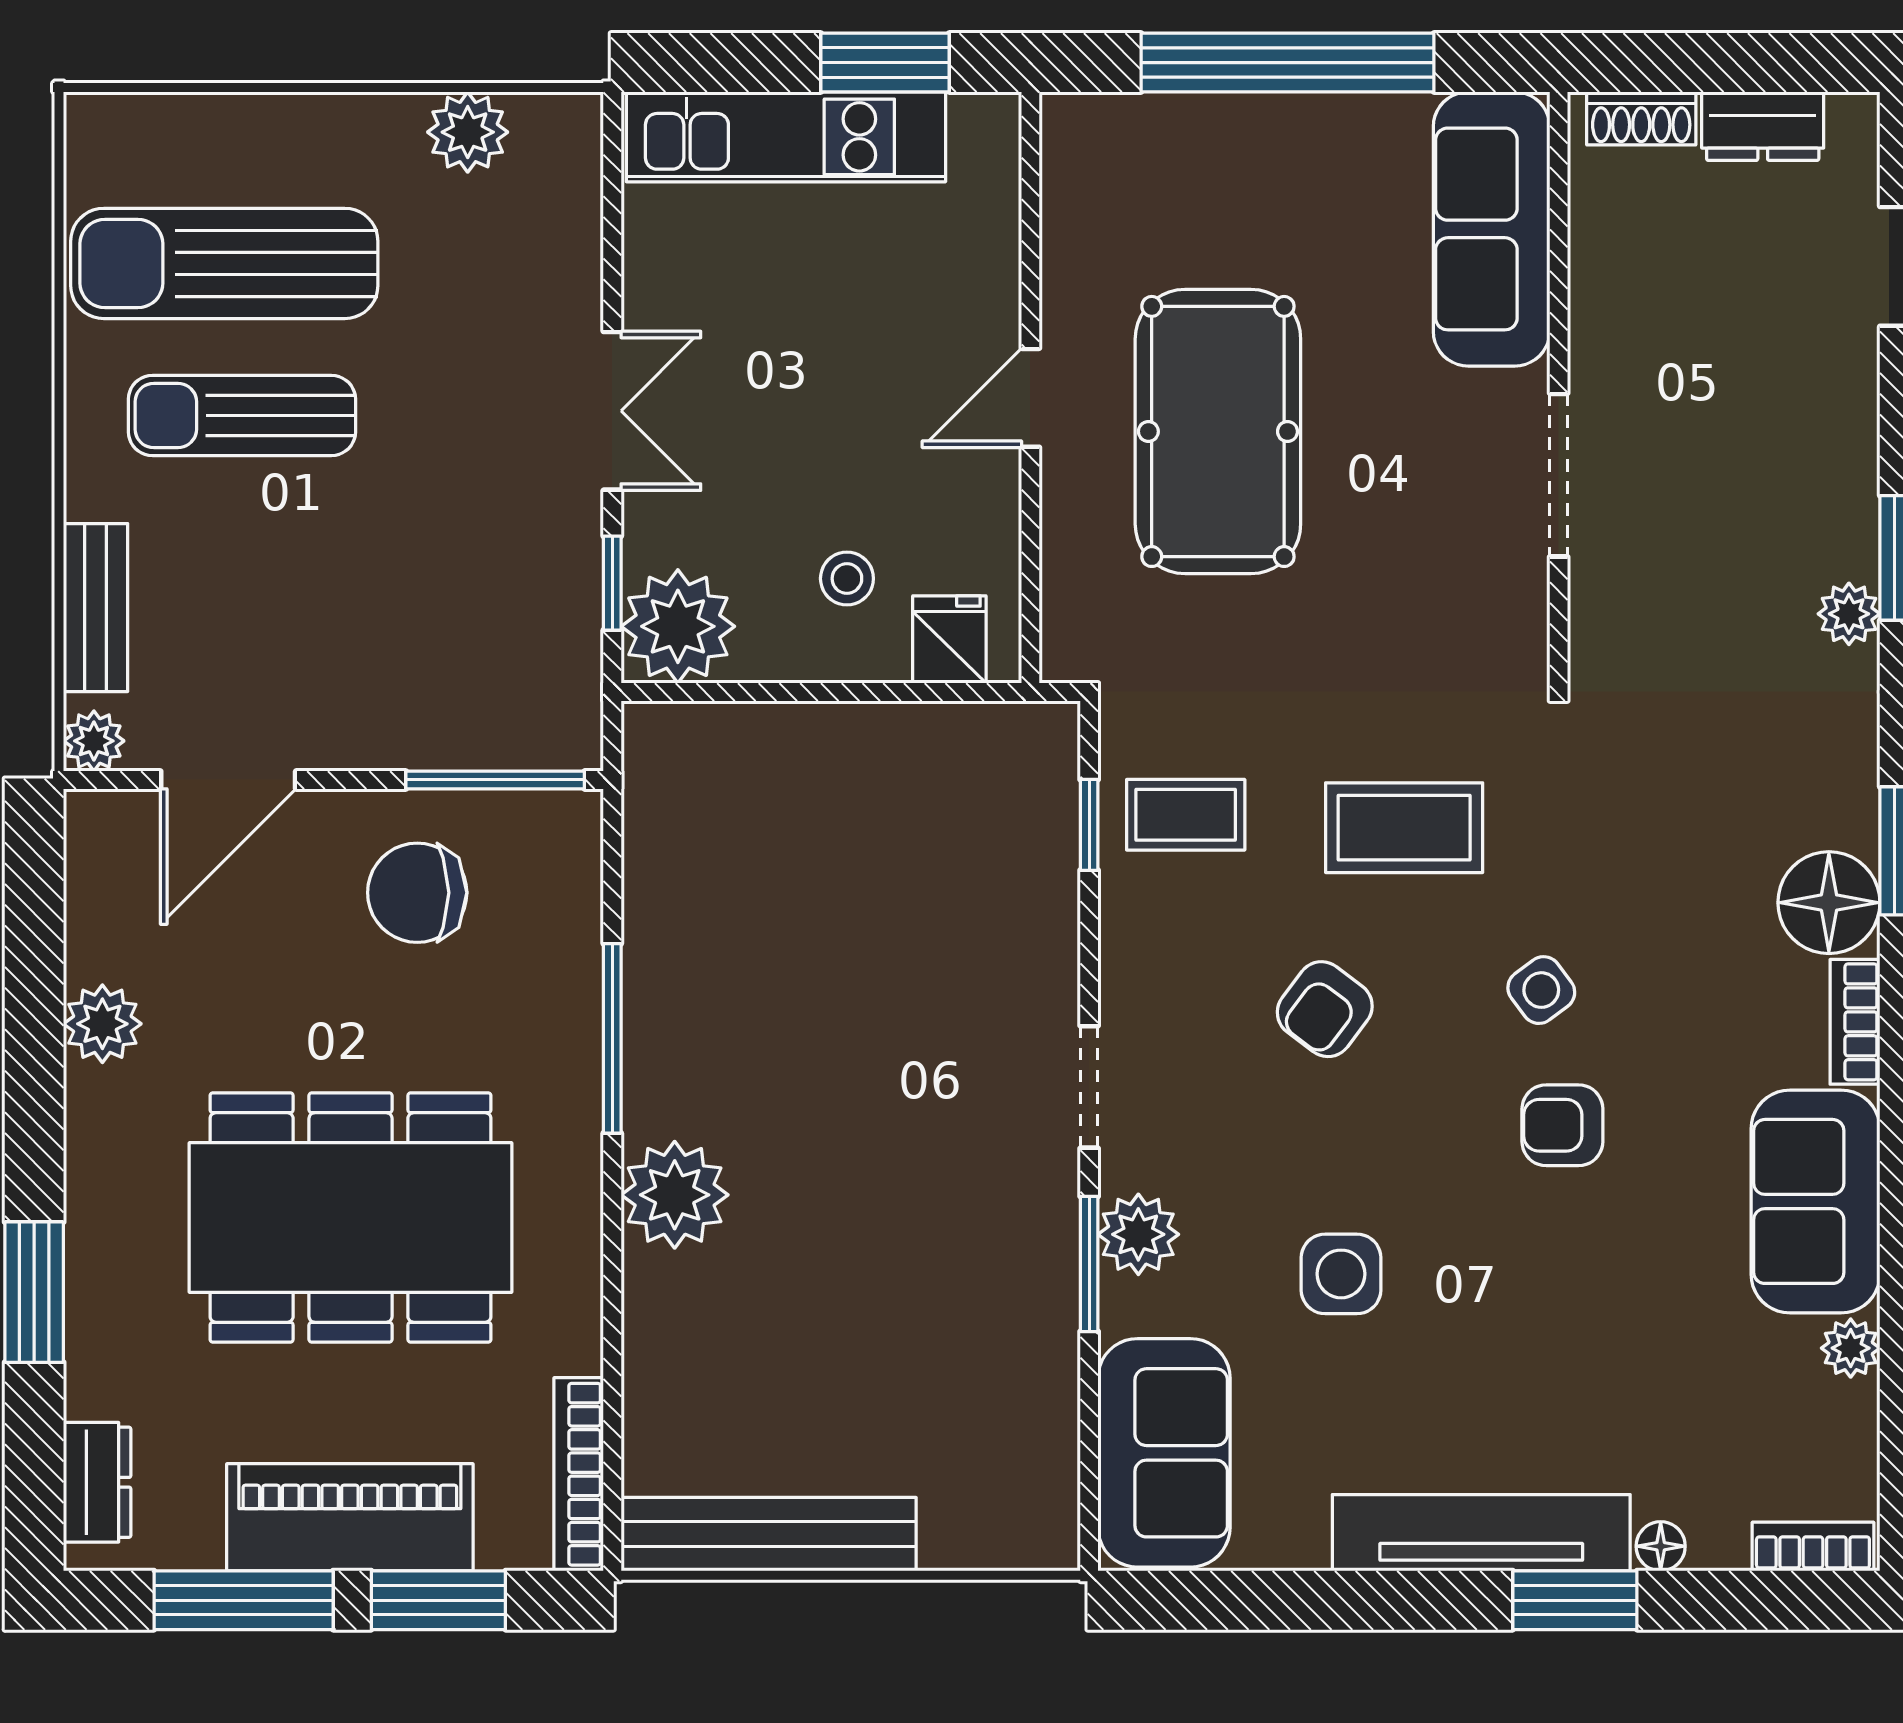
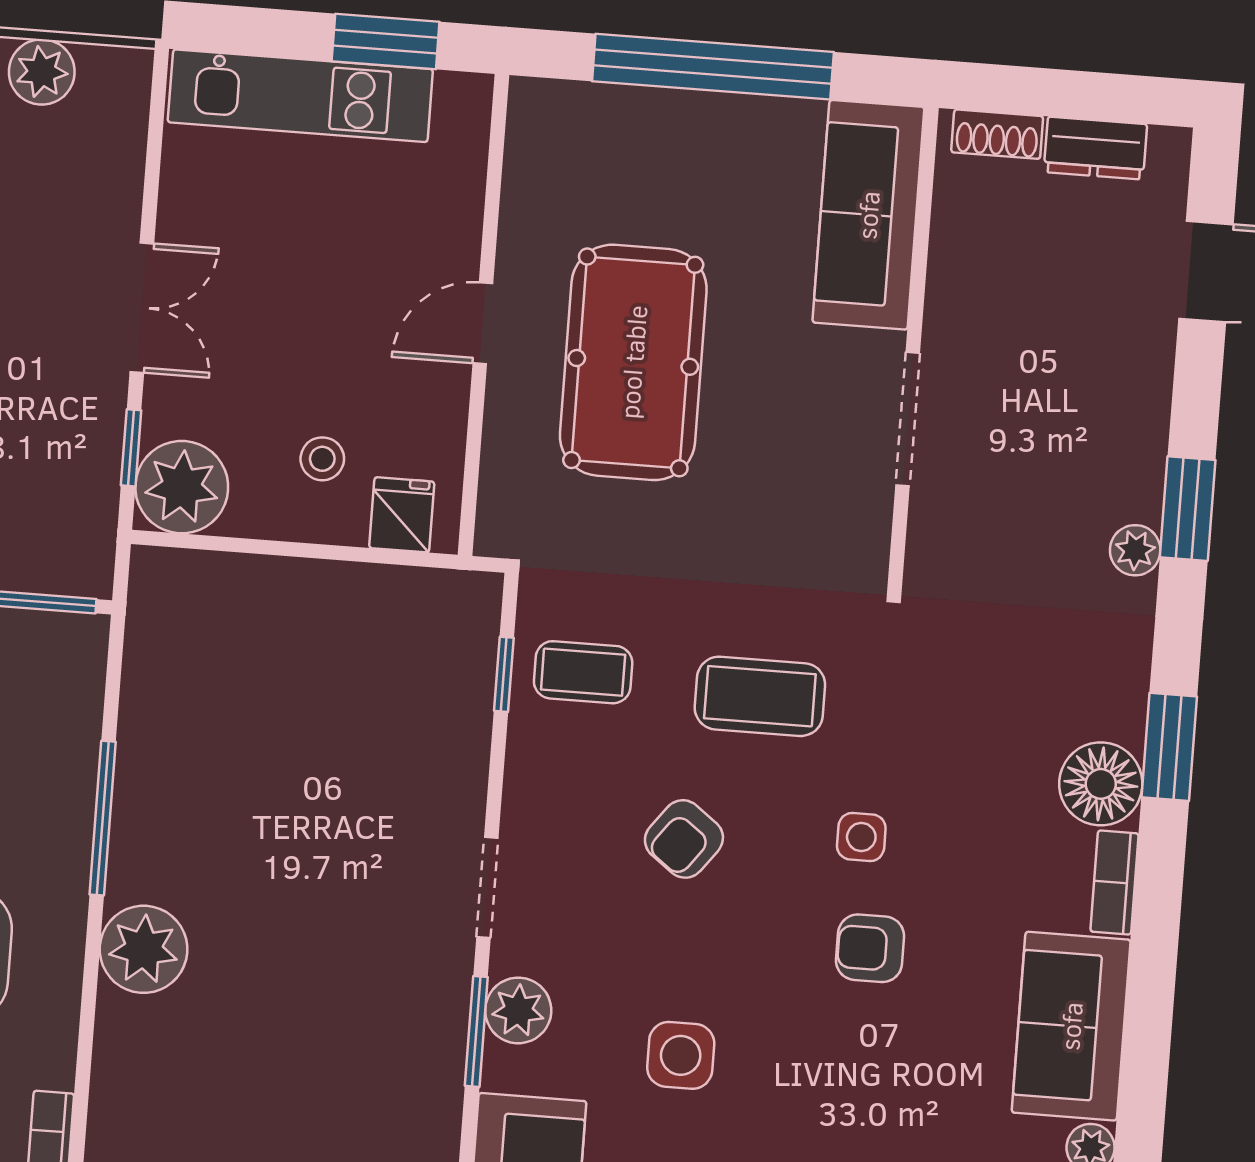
side table: (1541, 990) -> (861, 837), turned 37

